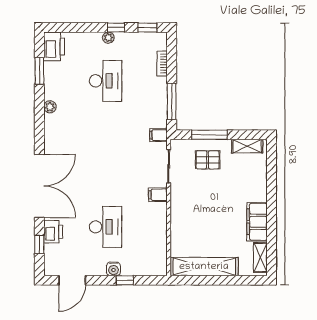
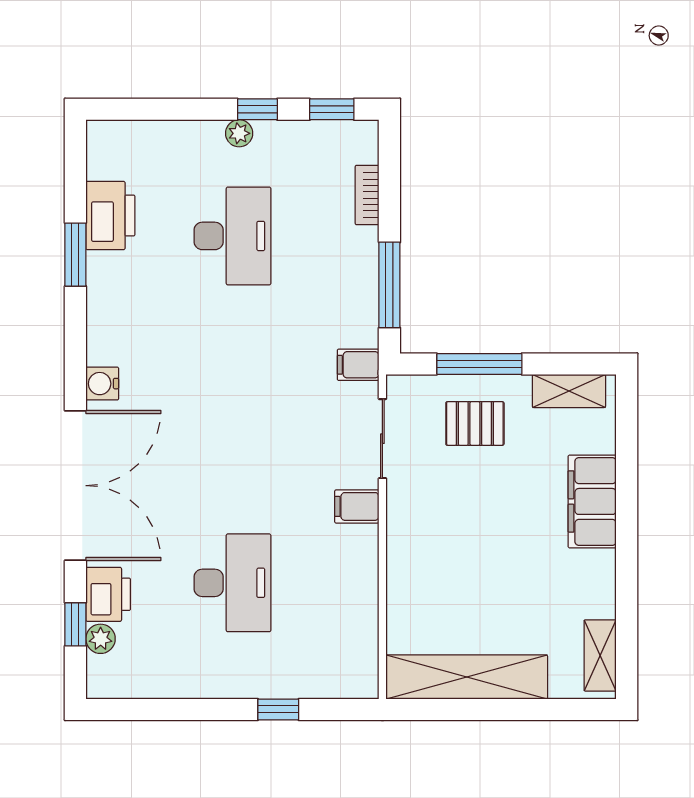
printer: (54, 46) -> (110, 215), moved
window: (39, 71) -> (75, 255), moved
plant: (50, 107) -> (101, 639), moved
filing cabinet: (257, 222) -> (592, 501), moved
water cooler: (113, 269) -> (102, 384), moved, turned 90
door: (72, 280) -> (153, 709), removed

